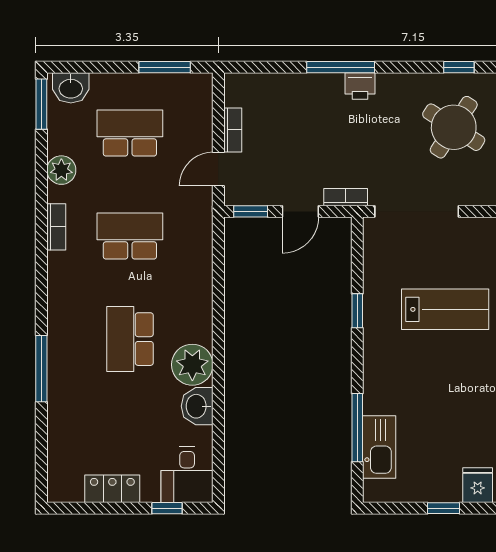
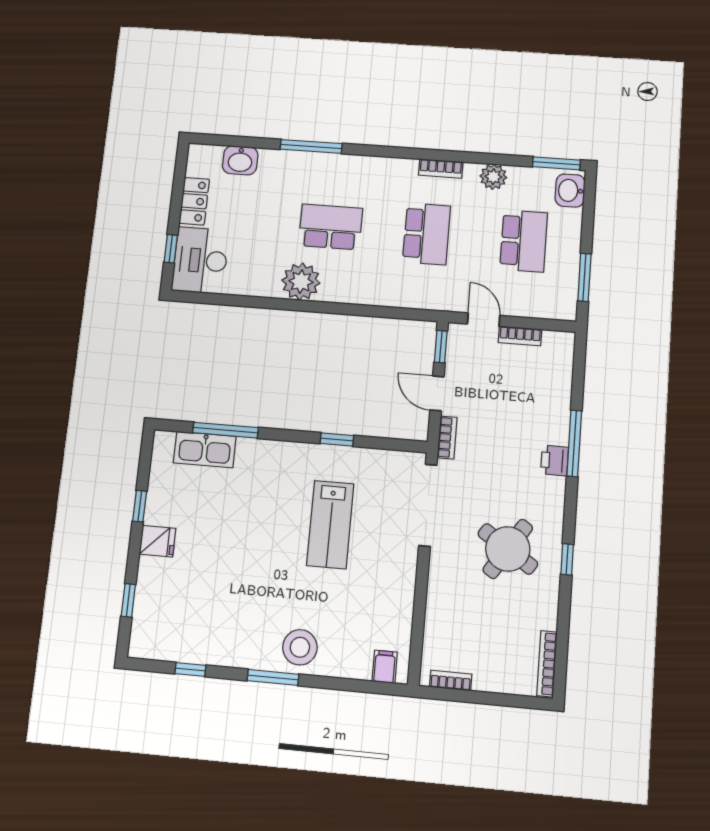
washbasin: (197, 406) -> (240, 160), moved, turned 180
desk: (187, 475) -> (200, 260), width x1.37

